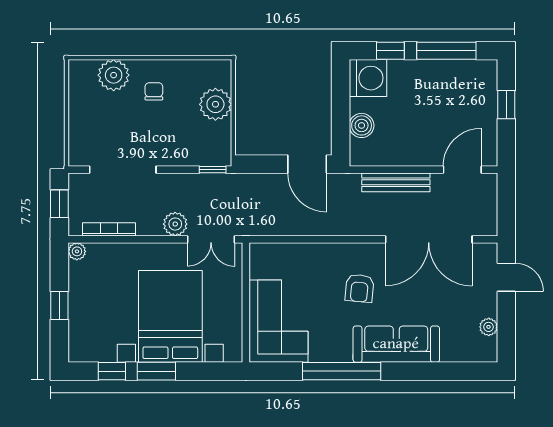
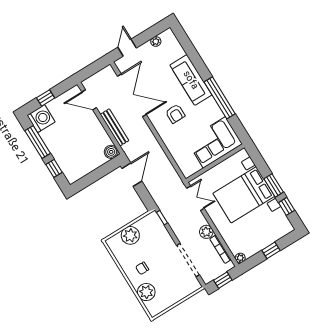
washing machine: (368, 78) -> (41, 119), moved, turned 90
boiler: (362, 125) -> (111, 152), moved
plant: (175, 224) -> (206, 232), moved
armchair: (359, 288) -> (175, 114), turned 85

